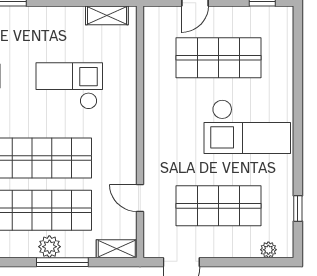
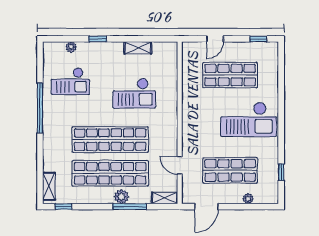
shelving: (107, 15) -> (138, 48), moved
checkout: (69, 86) -> (134, 93), turned 180
plant: (268, 250) -> (248, 199), moved

